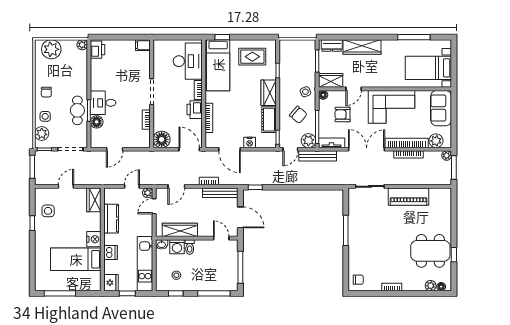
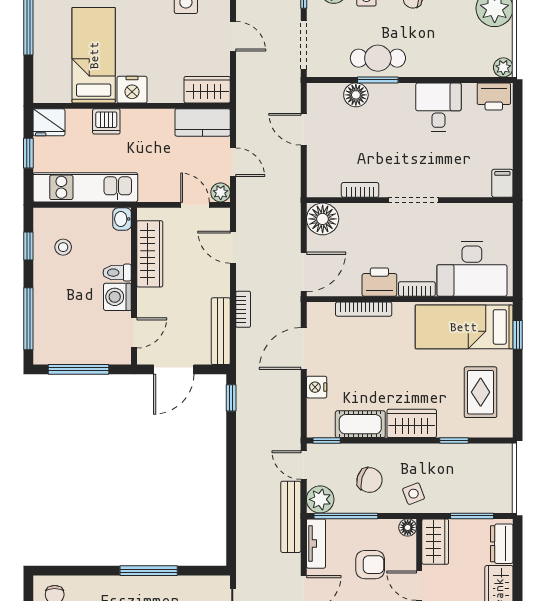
desk: (103, 103) -> (438, 107), moved
armchair: (343, 114) -> (370, 565), turned 90
chair: (298, 115) -> (370, 480), turned -113
kitchen counter: (111, 219) -> (203, 122), moved
washing machine: (177, 247) -> (117, 297), moved

